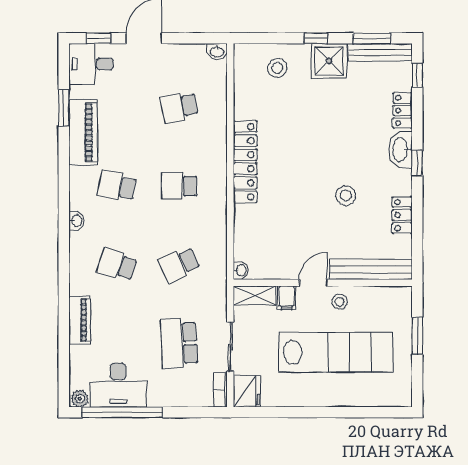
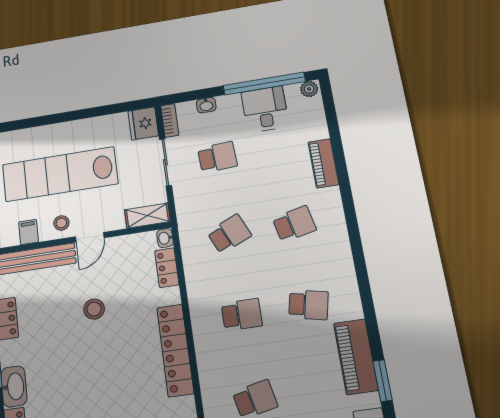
stool: (346, 195) -> (94, 309), moved
washbasin: (77, 221) -> (206, 105), moved, turned -90
locker: (243, 241) -> (167, 268), added
school desk: (117, 265) -> (294, 224), turned -30
filing cabinet: (287, 298) -> (29, 232), moved
school desk: (179, 343) -> (217, 157), width x0.54
desk: (118, 385) -> (265, 109), width x0.73

